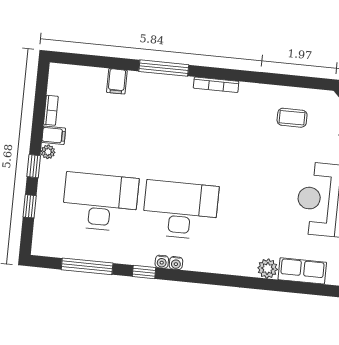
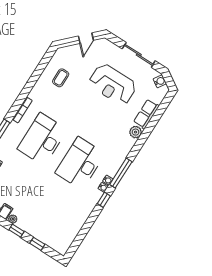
desk: (100, 202) -> (42, 139), moved
window: (87, 266) -> (121, 173), moved

